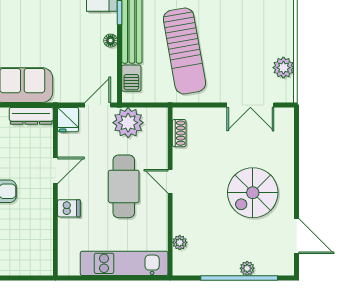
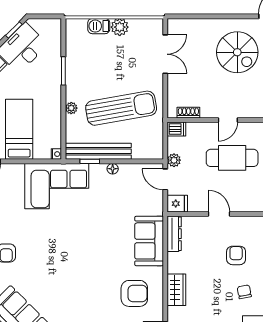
plant: (283, 68) -> (120, 27), moved
barbecue: (131, 78) -> (99, 26), moved, turned 180
plant: (128, 123) -> (174, 160), width x0.53, depth x0.53
dishwasher: (69, 208) -> (176, 129), moved, turned 90

